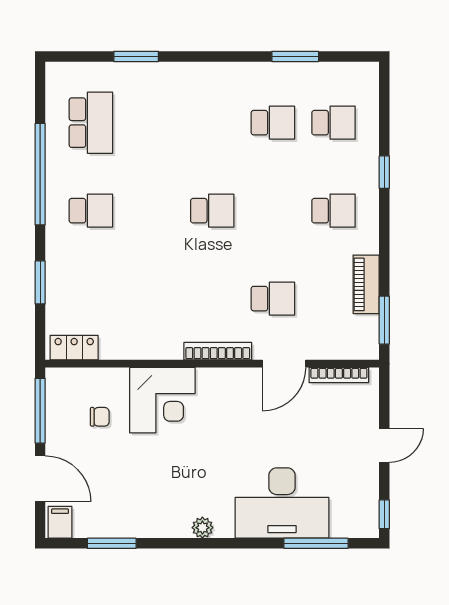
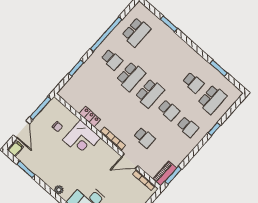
school desk: (334, 123) -> (212, 100), width x1.85
school desk: (152, 211) -> (131, 76), added
school desk: (212, 211) -> (150, 93), width x1.85
school desk: (273, 211) -> (169, 110), added
piano: (366, 284) -> (165, 174), moved
locker: (74, 348) -> (90, 117), moved

